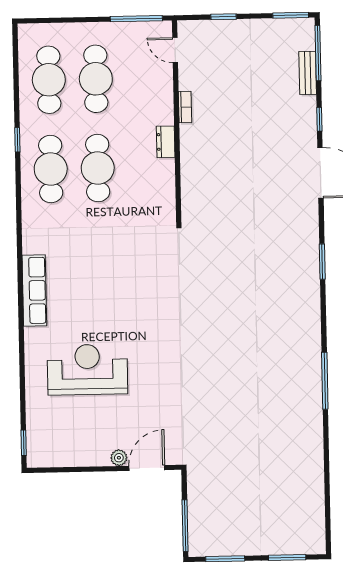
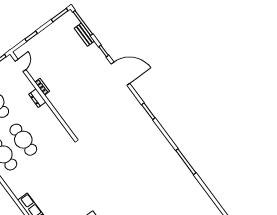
door: (175, 50) -> (20, 65), swing flipped
dresser: (166, 142) -> (37, 98), moved

